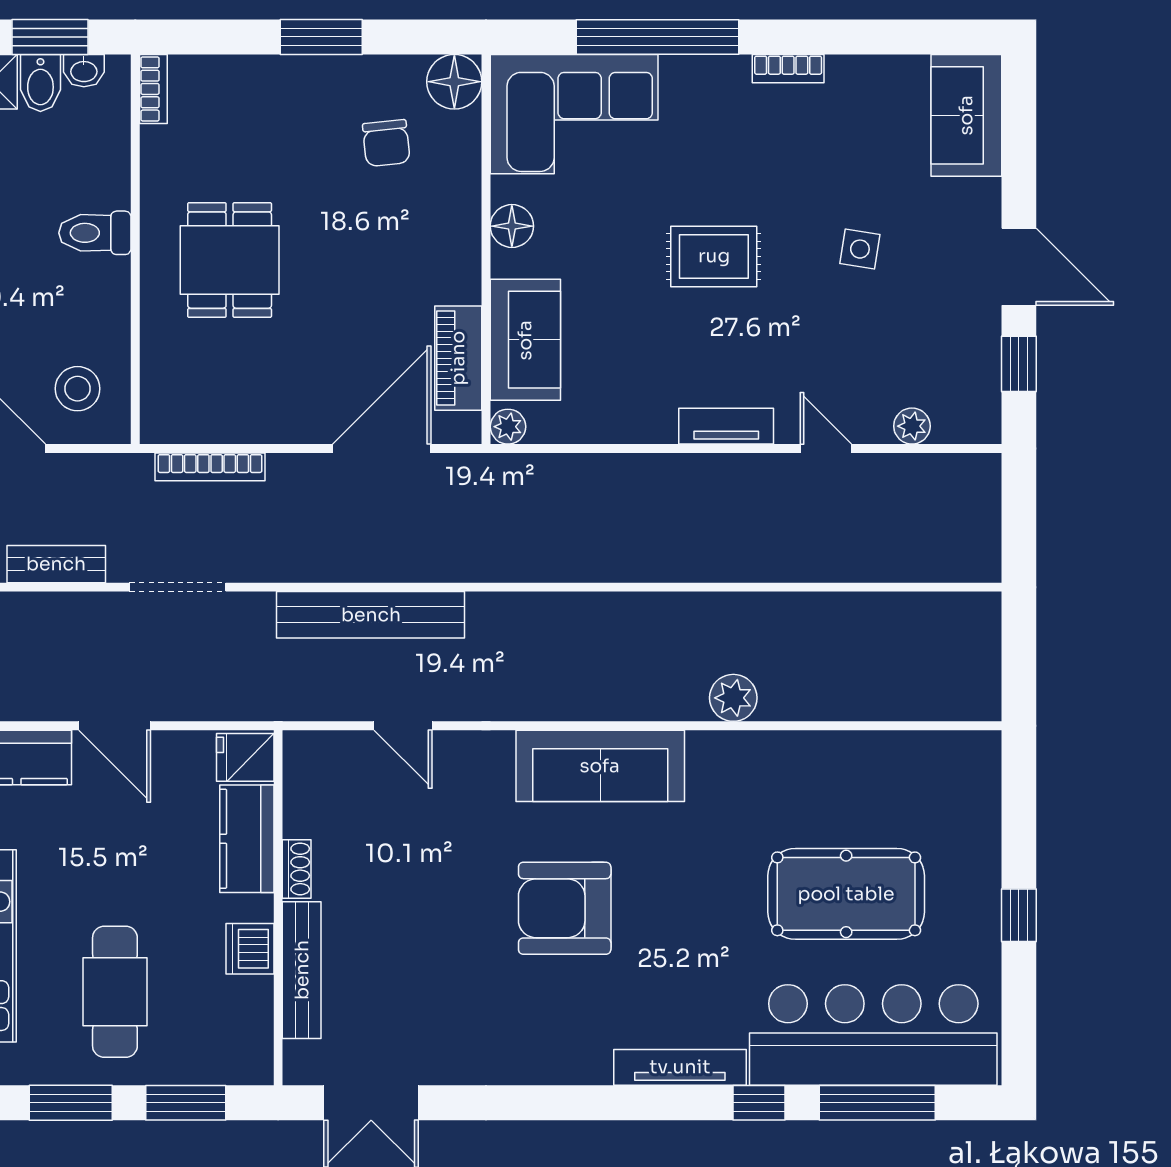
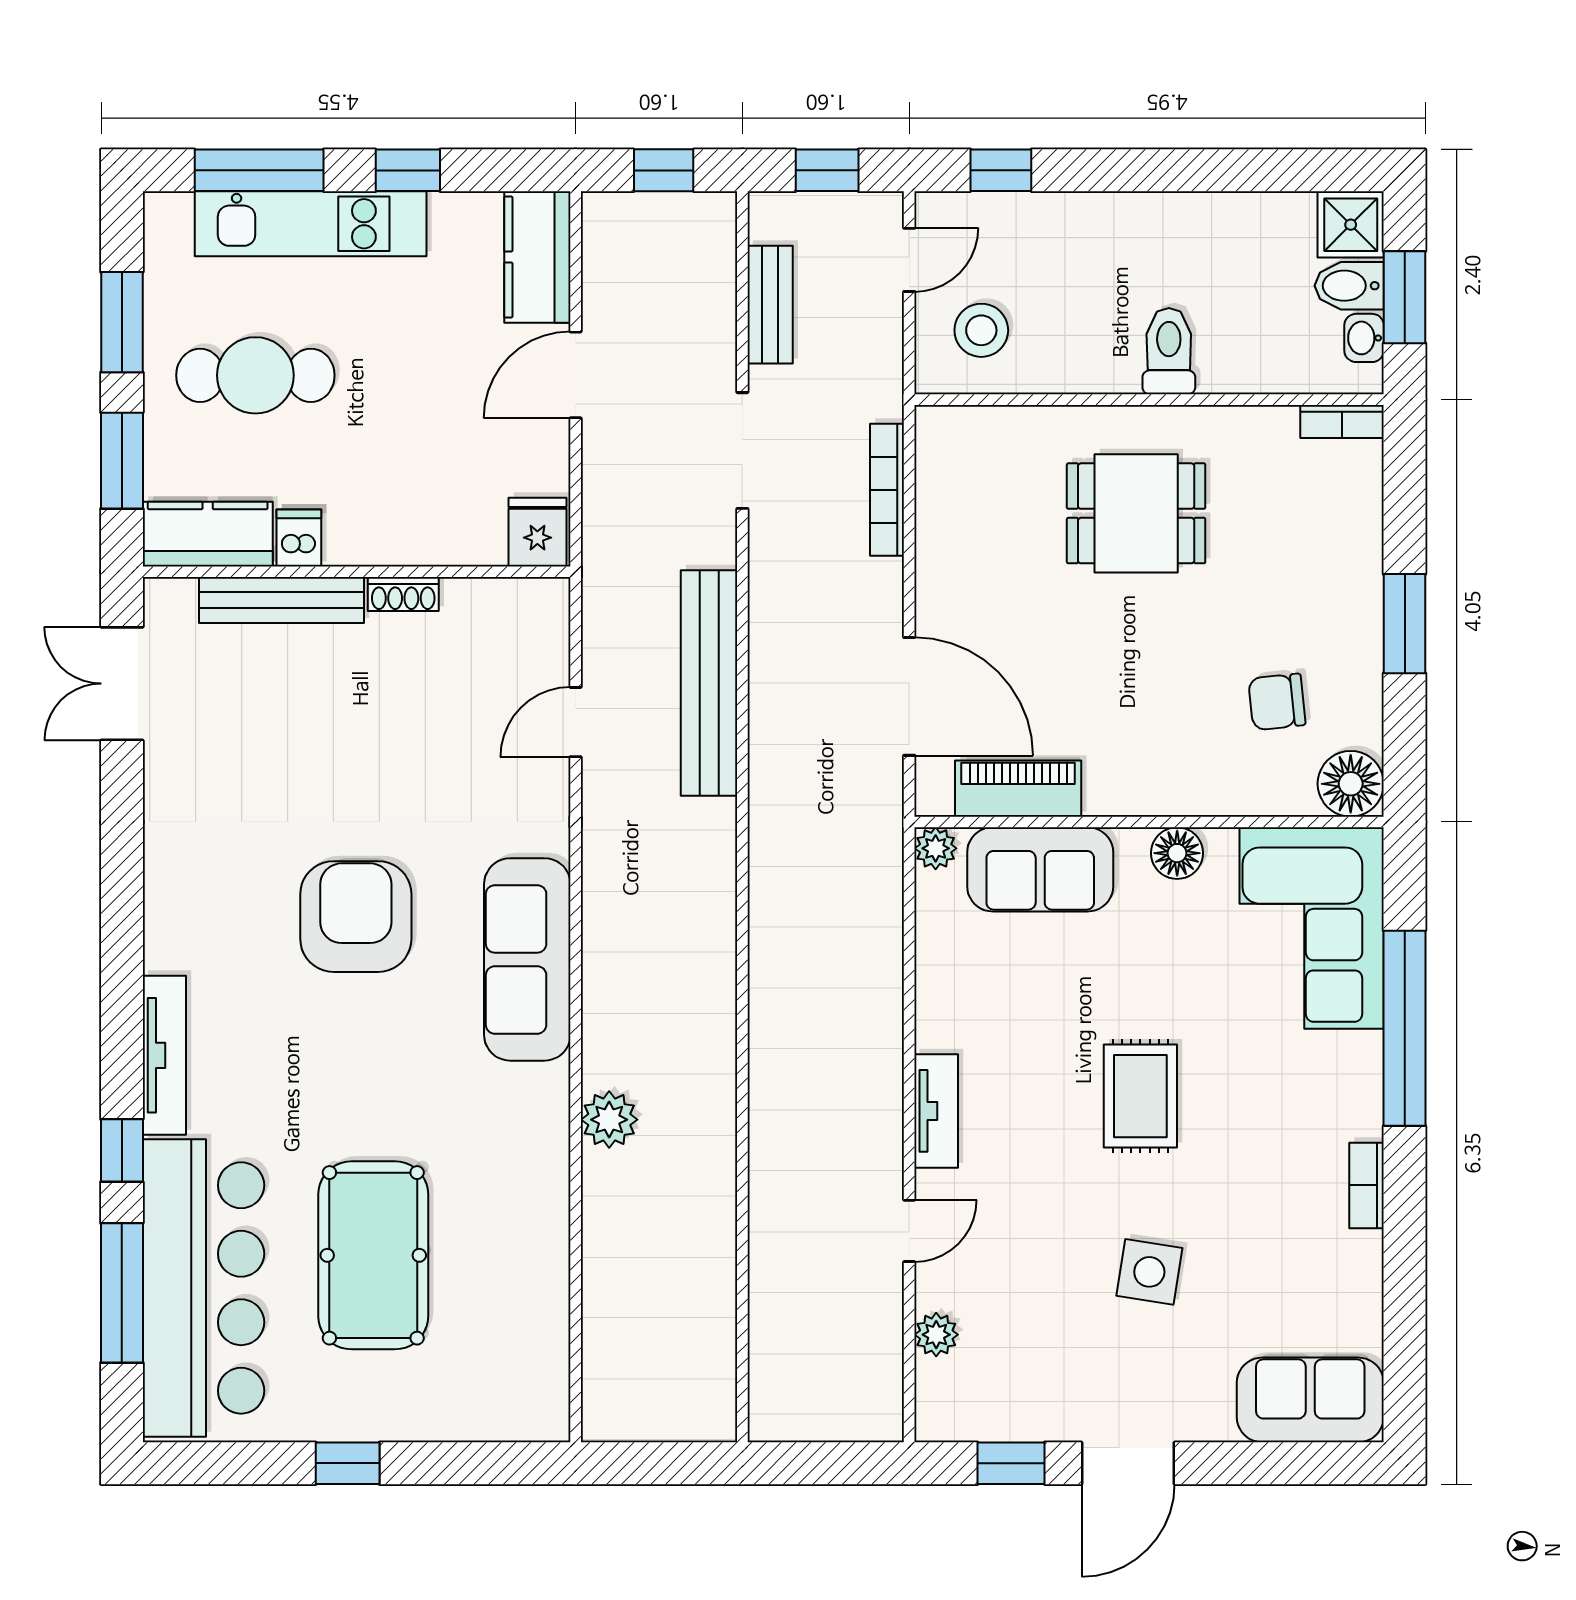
side table: (860, 249) -> (1149, 1272), width x1.37, depth x1.37
kitchen counter: (247, 839) -> (208, 534), moved
dishwasher: (250, 949) -> (299, 538), width x0.73

